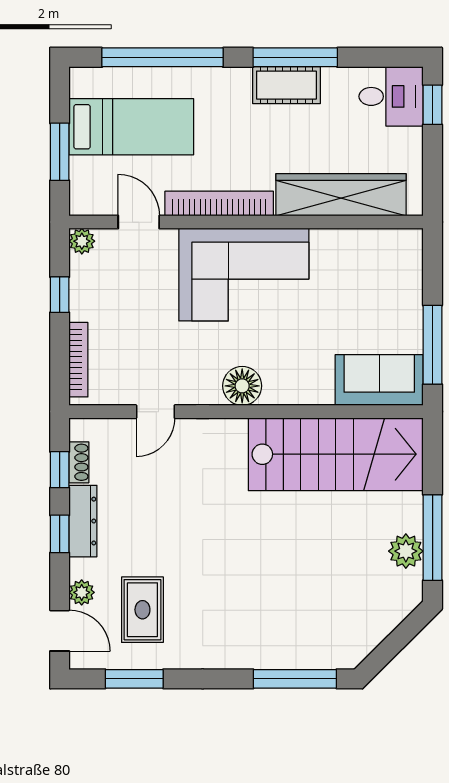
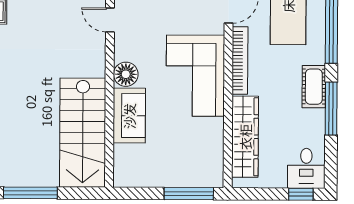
cot: (286, 85) -> (314, 87), moved
window: (433, 345) -> (189, 194), moved
sofa: (379, 380) -> (129, 116), moved
plant: (406, 551) -> (22, 176), removed

